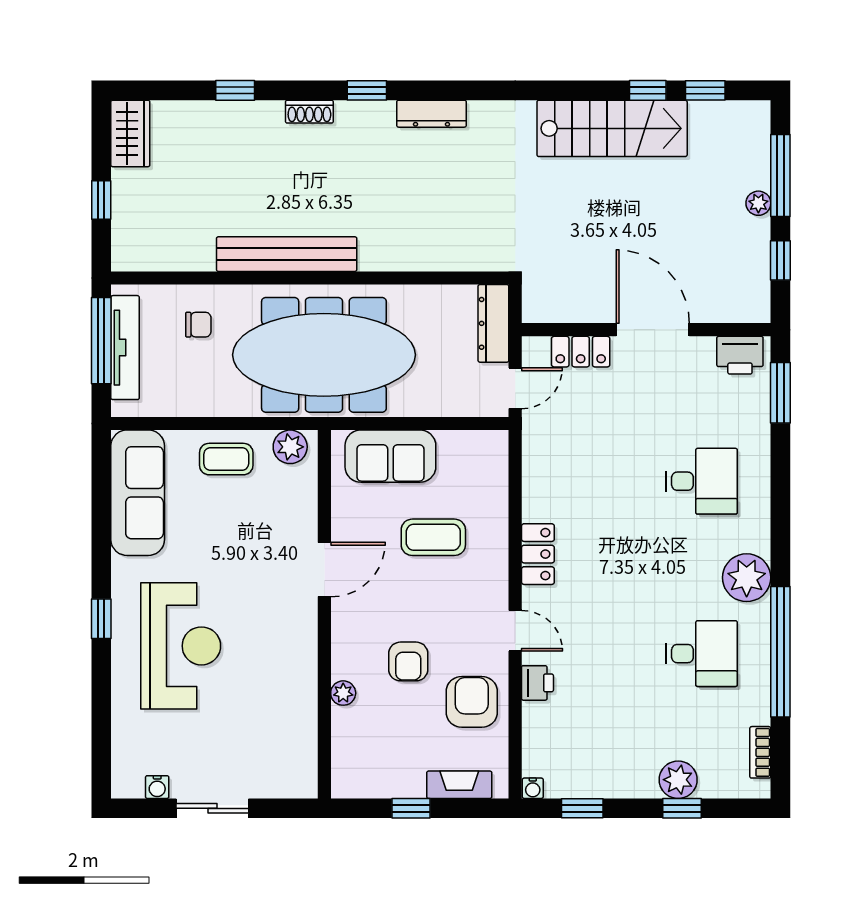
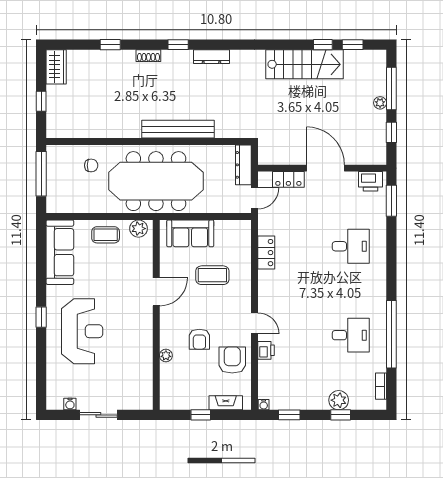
bench: (287, 254) -> (178, 129), moved
tv unit: (125, 348) -> (53, 177), removed
locker: (538, 554) -> (266, 253), moved
plant: (747, 578) -> (374, 296), removed

